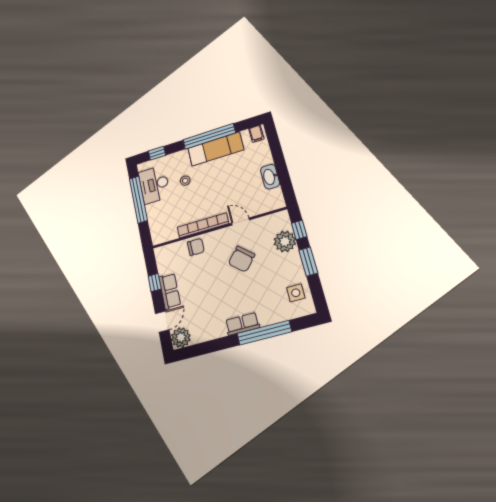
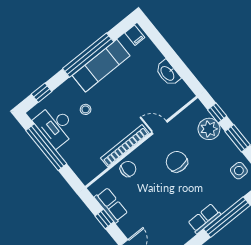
chair: (242, 259) -> (177, 162), turned 138
row of seats: (170, 291) -> (111, 205), moved

